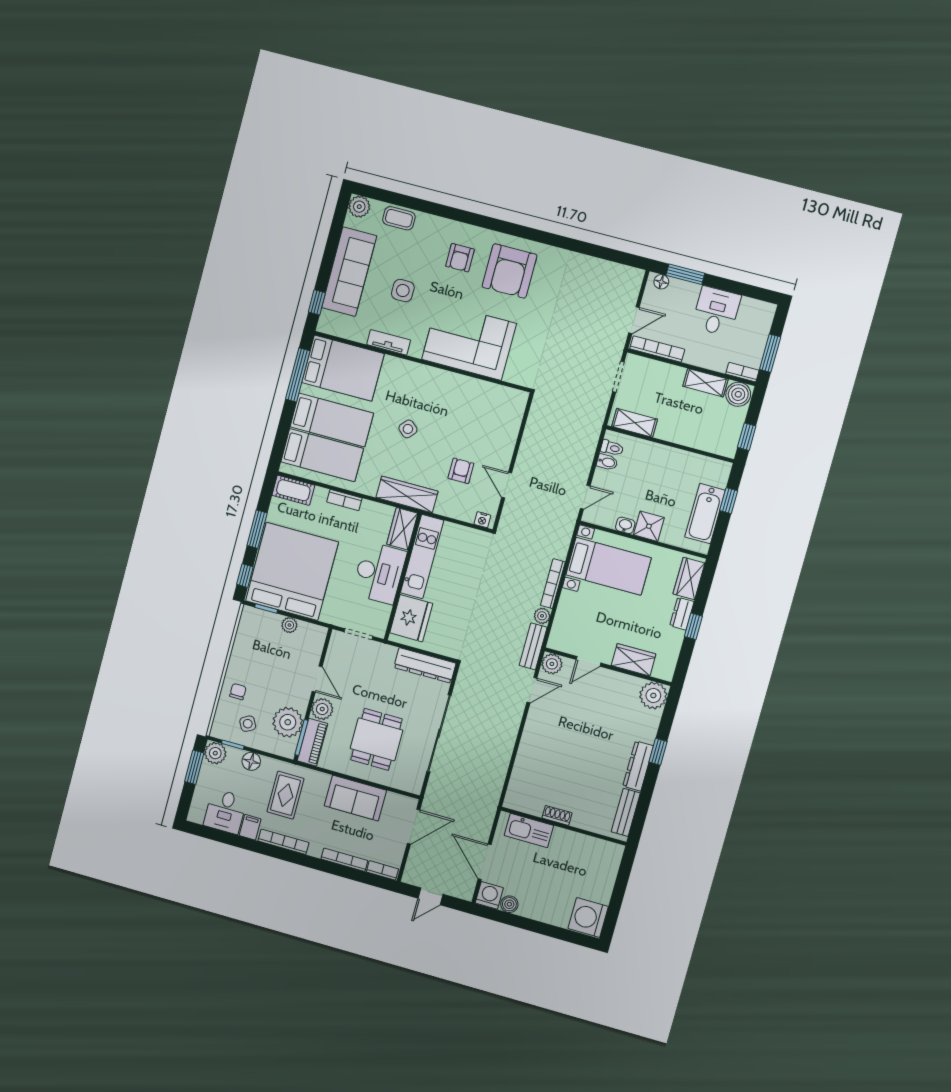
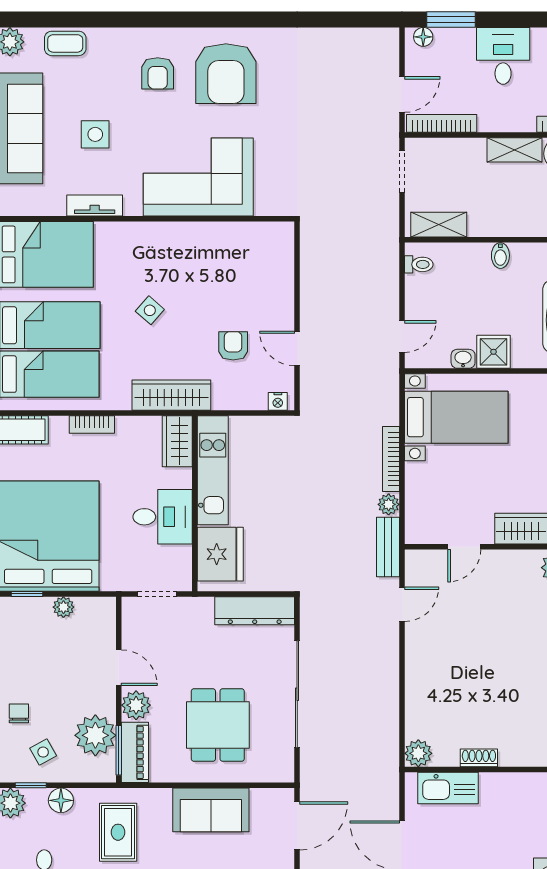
bidet: (607, 462) -> (500, 255), moved, turned 90
desk: (379, 573) -> (163, 517), width x0.73
plant: (552, 664) -> (418, 753), moved

